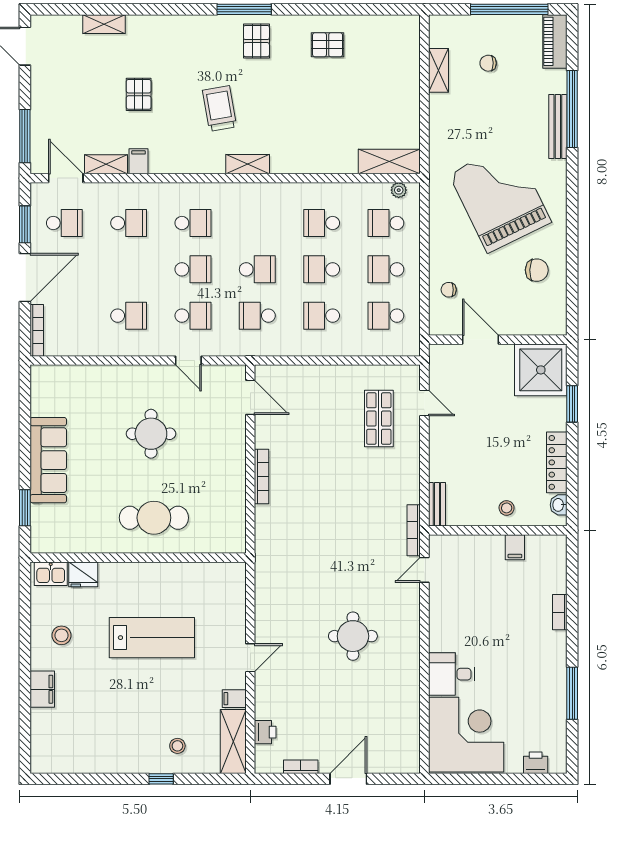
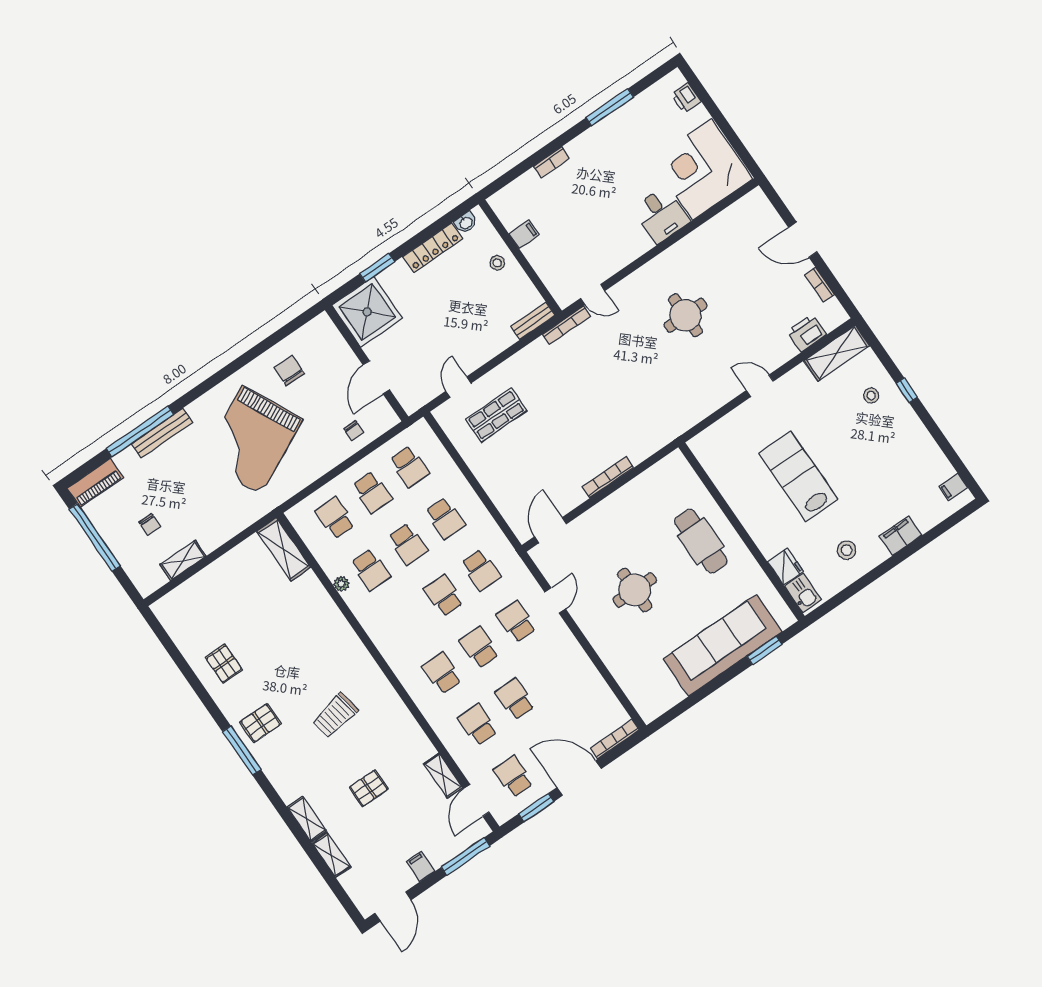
filing cabinet: (138, 161) -> (421, 866), moved, turned 90
shelving: (248, 164) -> (307, 819), moved
plant: (399, 190) -> (341, 584), moved
school desk: (386, 223) -> (335, 518), turned 180
school desk: (129, 316) -> (515, 699), moved
sofa: (48, 460) -> (723, 645), width x1.36, depth x1.27
filing cabinet: (234, 699) -> (953, 487), moved, turned 90
printer: (265, 732) -> (807, 333), width x1.36, depth x1.24

